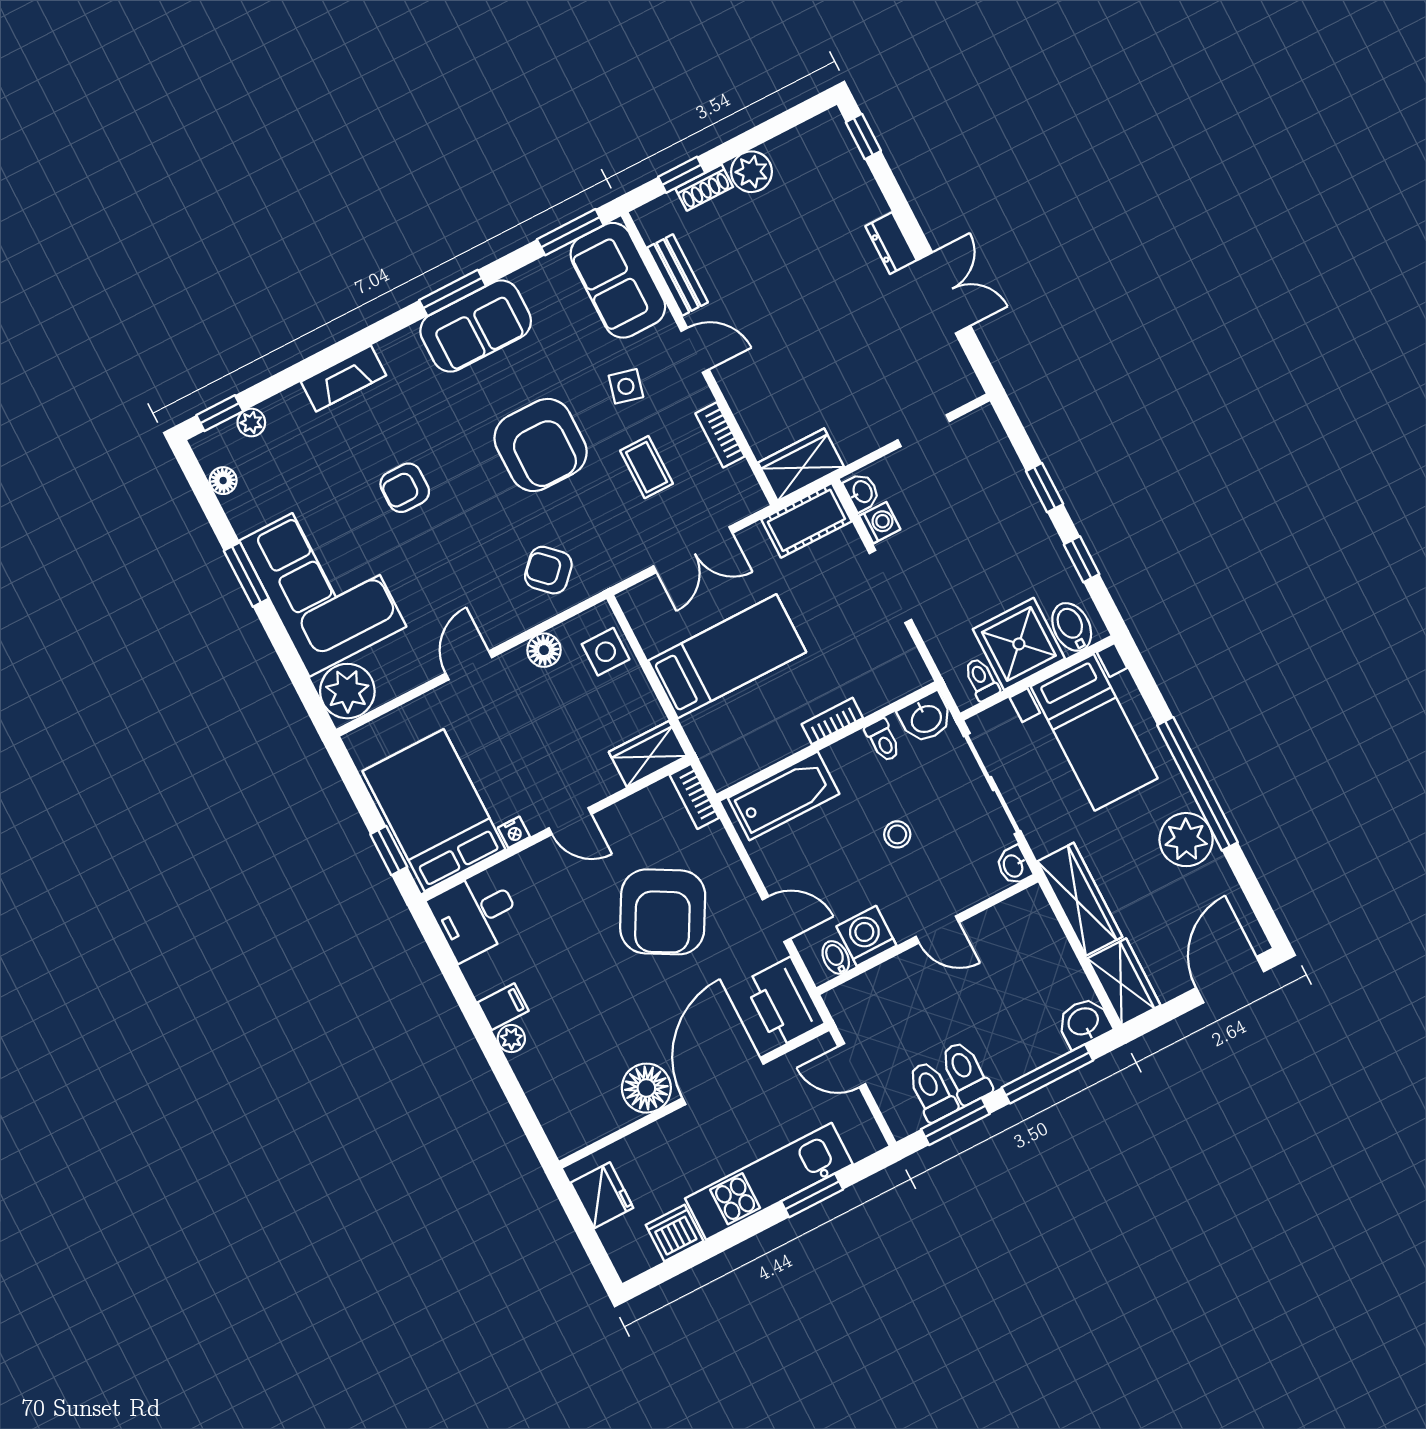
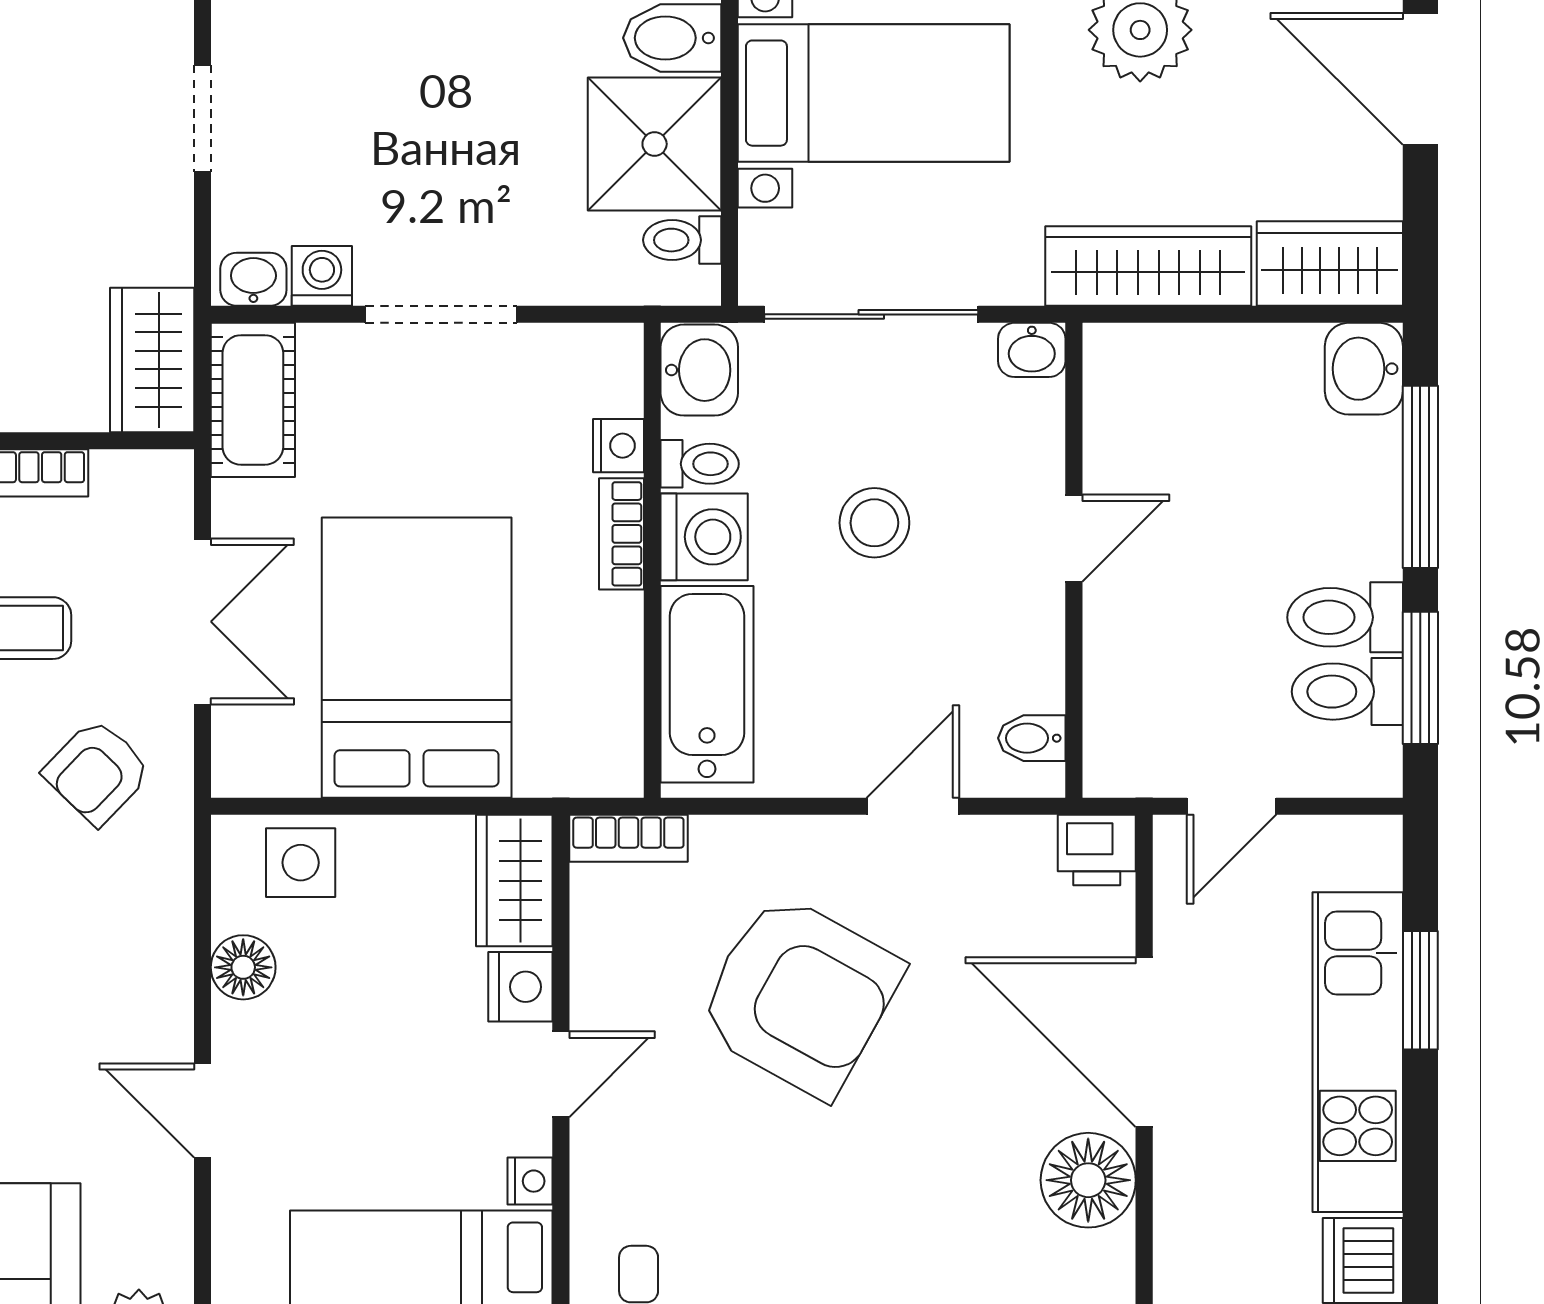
armchair: (548, 570) -> (97, 772), moved
bed: (727, 656) -> (417, 658), width x1.50
nightstand: (872, 699) -> (618, 446), added
nightstand: (601, 782) -> (520, 987), added
stool: (897, 834) -> (874, 523), width x1.37, depth x1.37
washing machine: (866, 936) -> (704, 537), moved, turned 180
printer: (784, 1002) -> (1097, 850), width x0.53, depth x0.68

